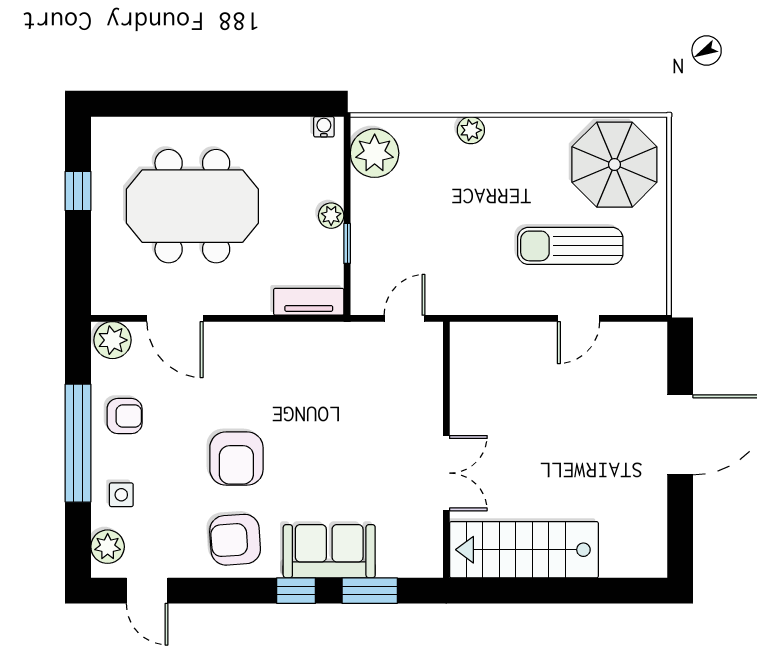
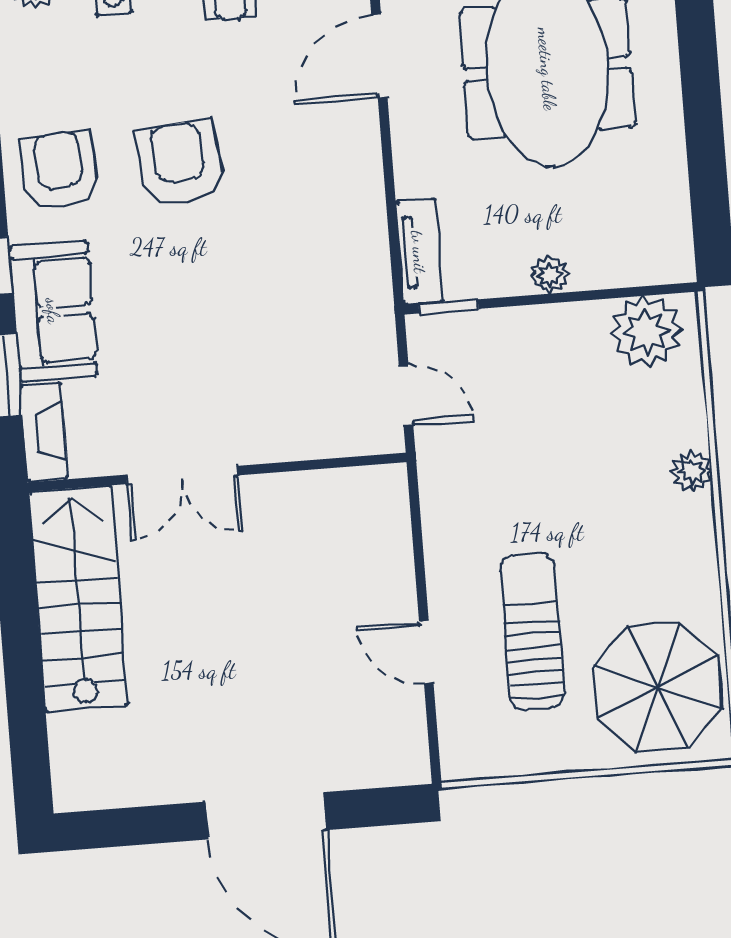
water cooler: (324, 127) -> (680, 254), removed
window: (347, 243) -> (449, 306), moved
armchair: (236, 459) -> (179, 163), turned 84
fireplace: (410, 564) -> (44, 432), added

